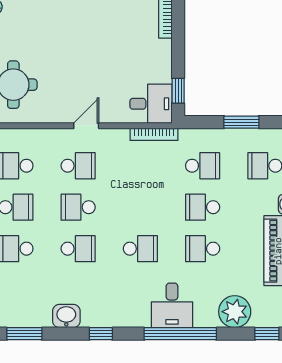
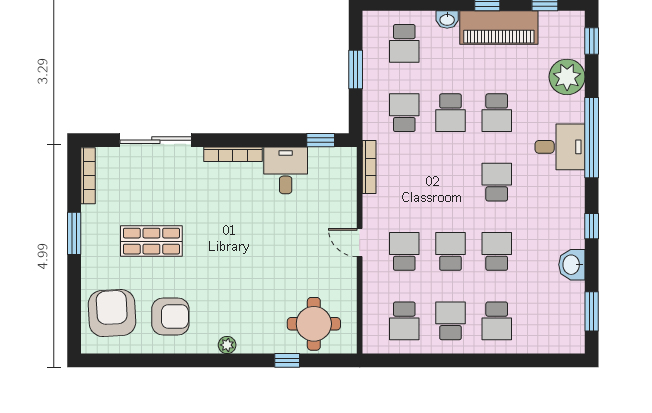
desk: (151, 104) -> (286, 170), moved
school desk: (78, 207) -> (450, 251), turned 180

